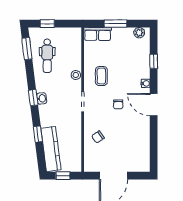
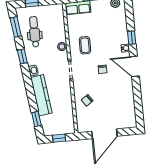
dental chair: (47, 56) -> (34, 32), turned 180
window: (154, 61) -> (132, 38), moved
window: (33, 98) -> (22, 56), moved
window: (38, 134) -> (36, 119), moved
kitchen counter: (51, 149) -> (41, 95), moved

